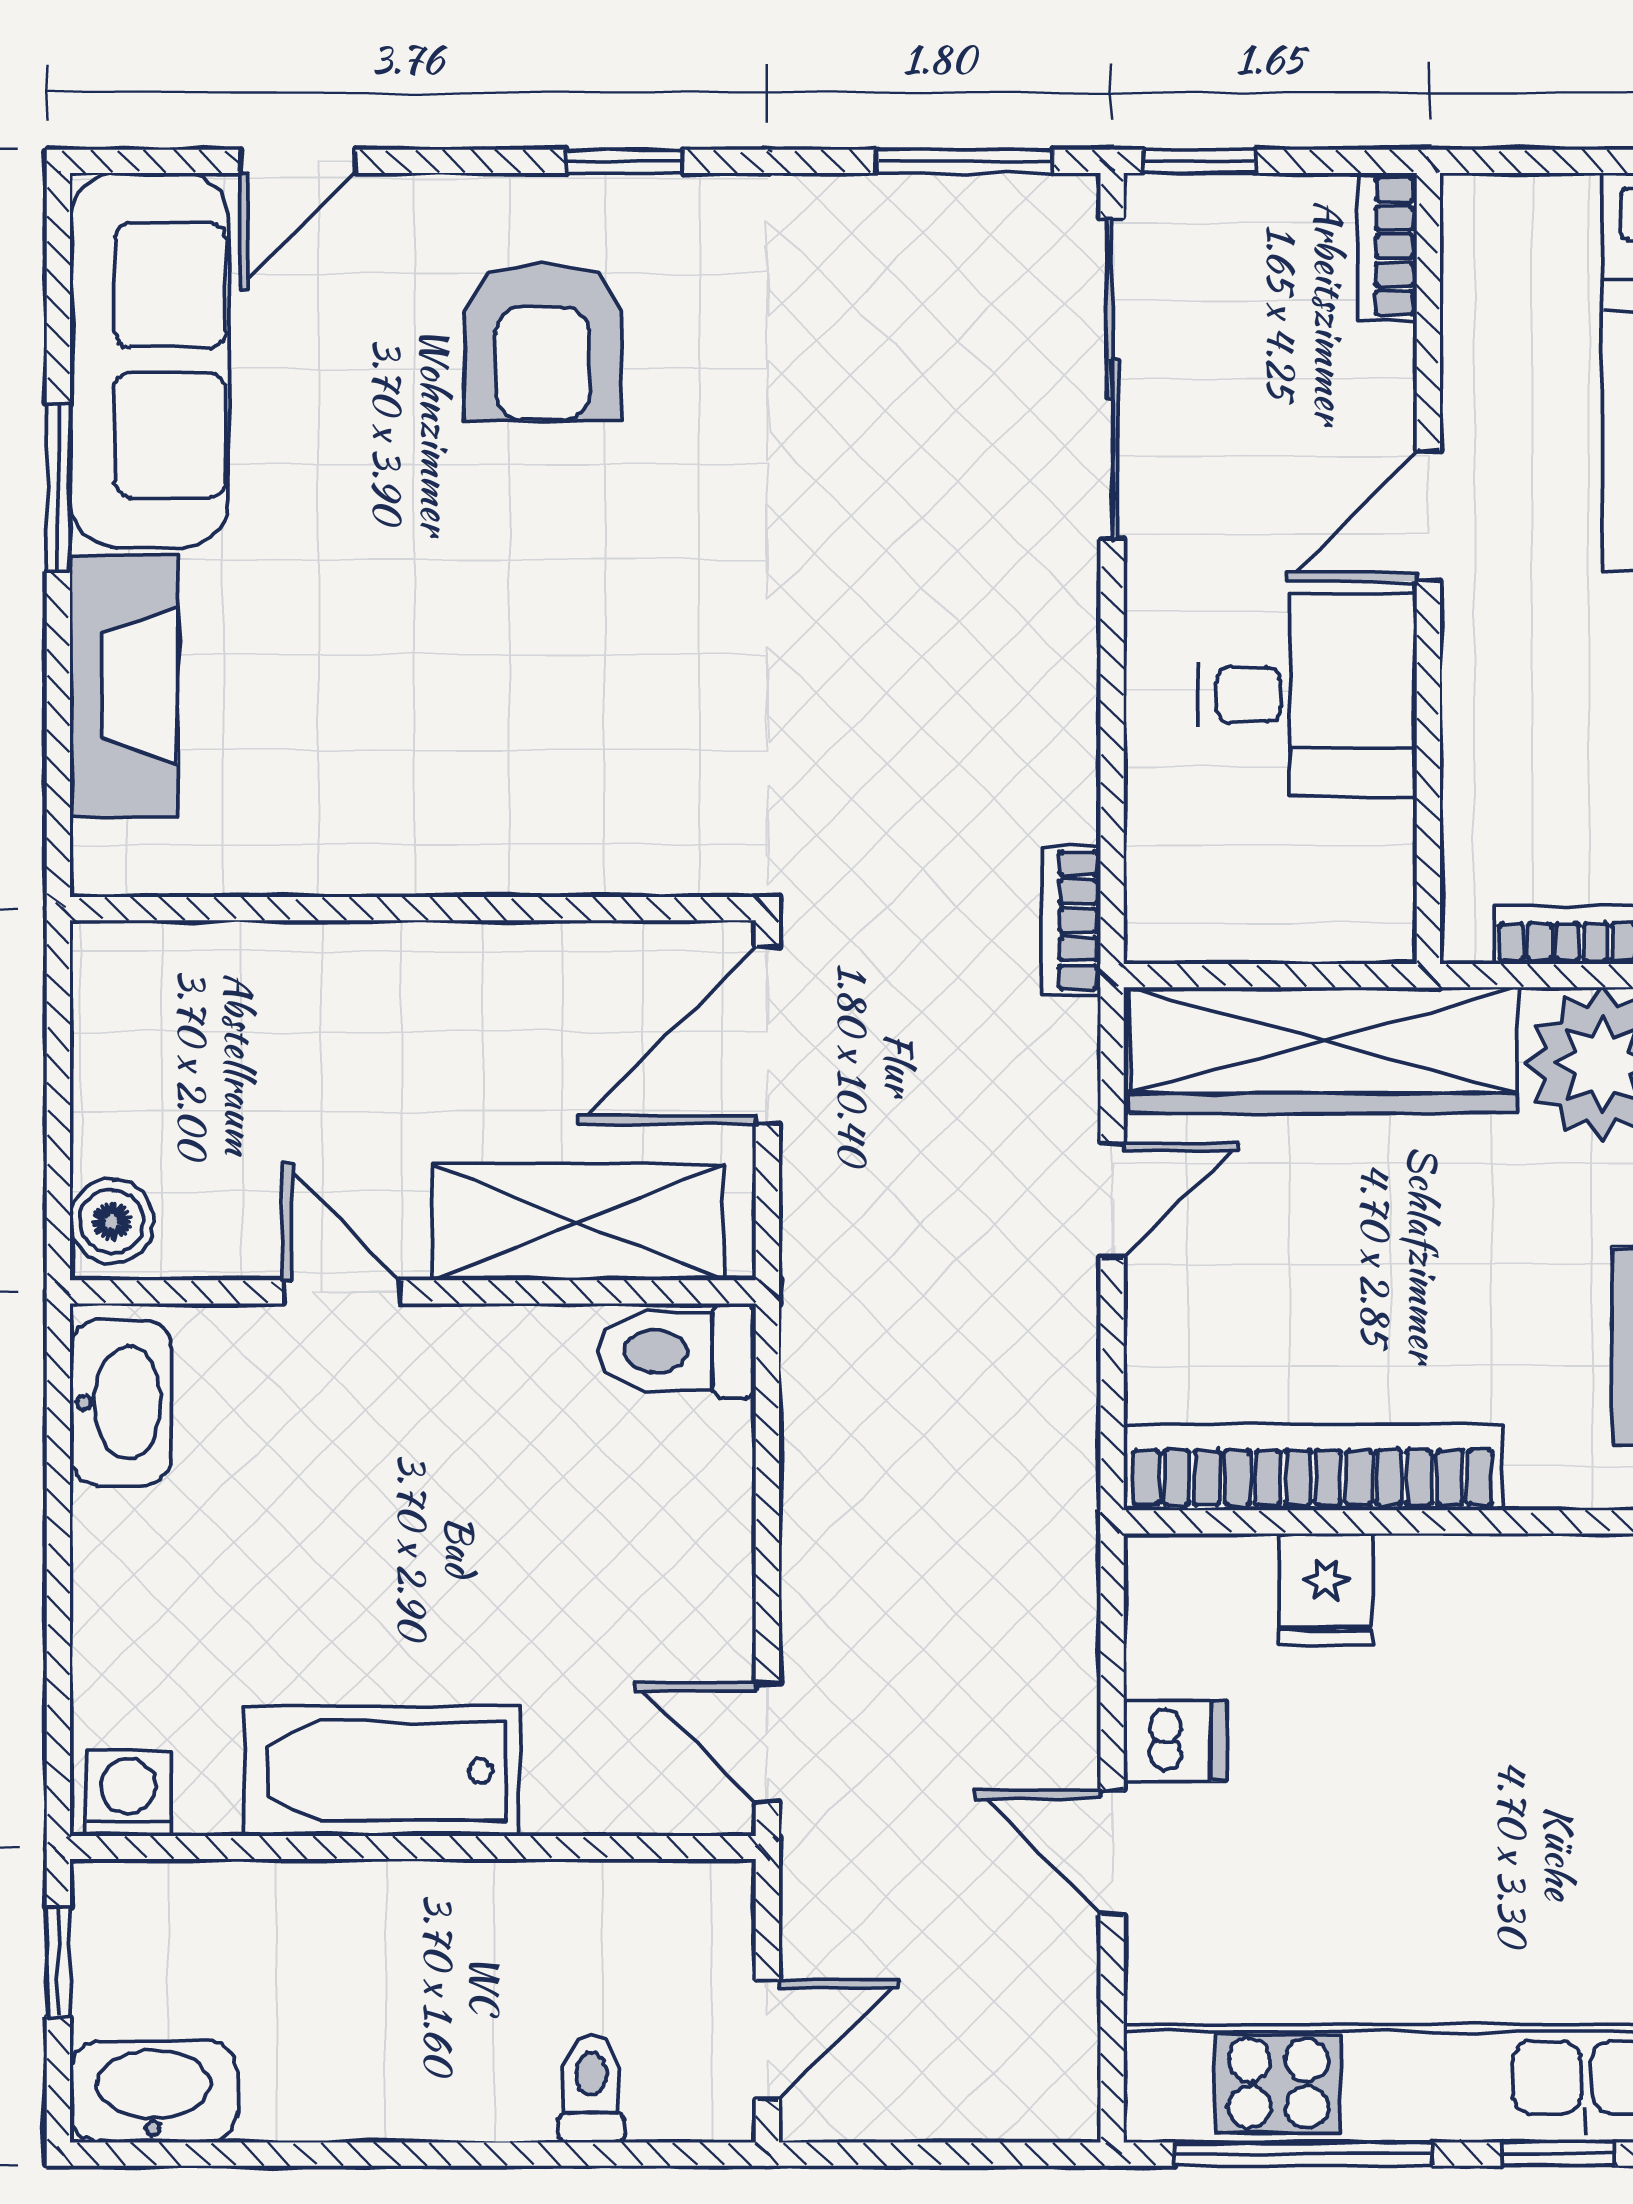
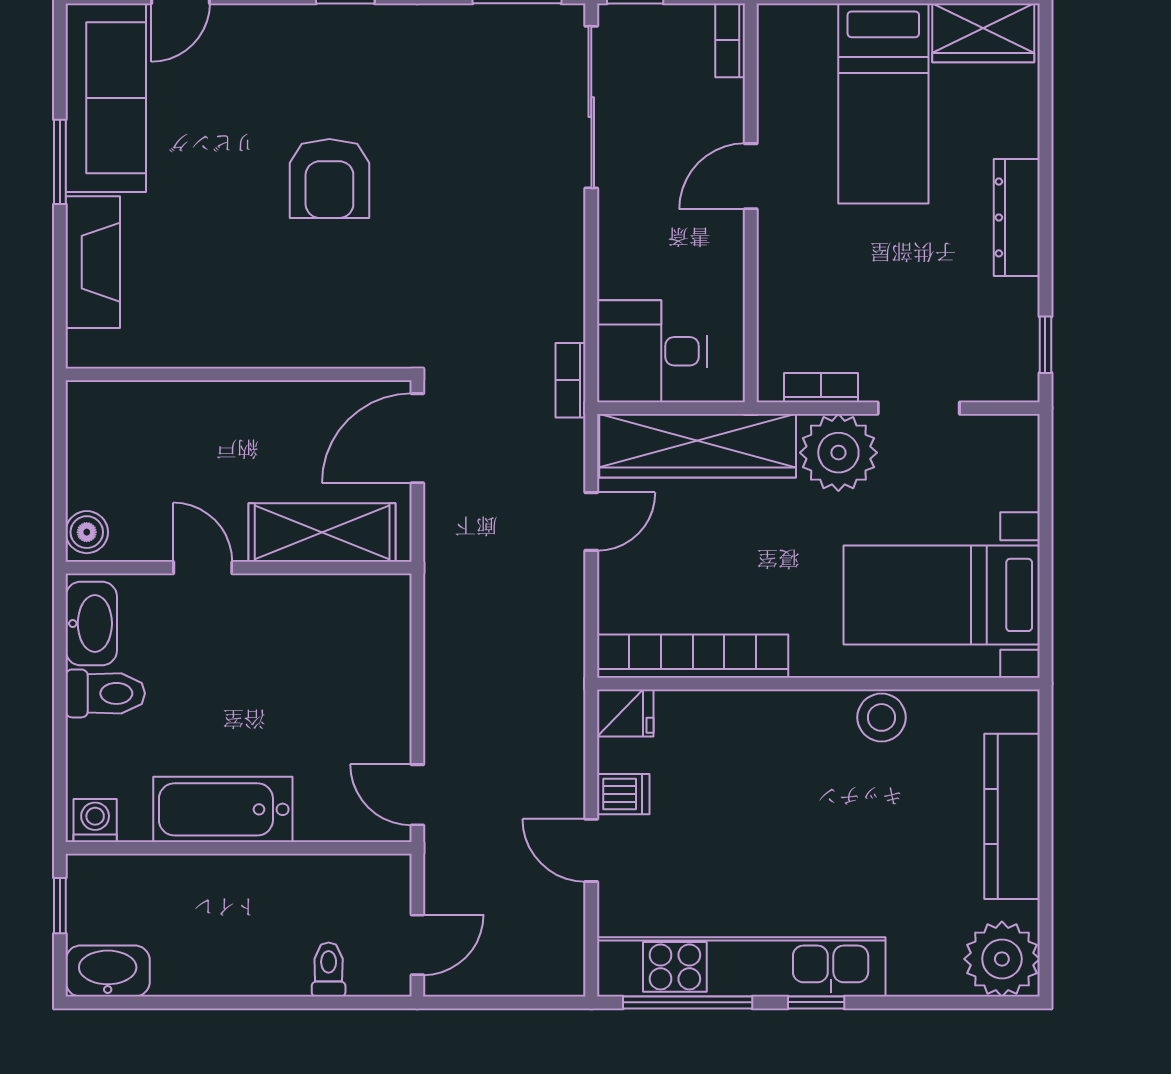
armchair: (543, 342) -> (329, 178), moved
desk: (1308, 695) -> (652, 351), moved, turned 180
toilet: (677, 1351) -> (105, 693), moved, turned 180
fridge: (1326, 1589) -> (625, 713), moved, turned -90

